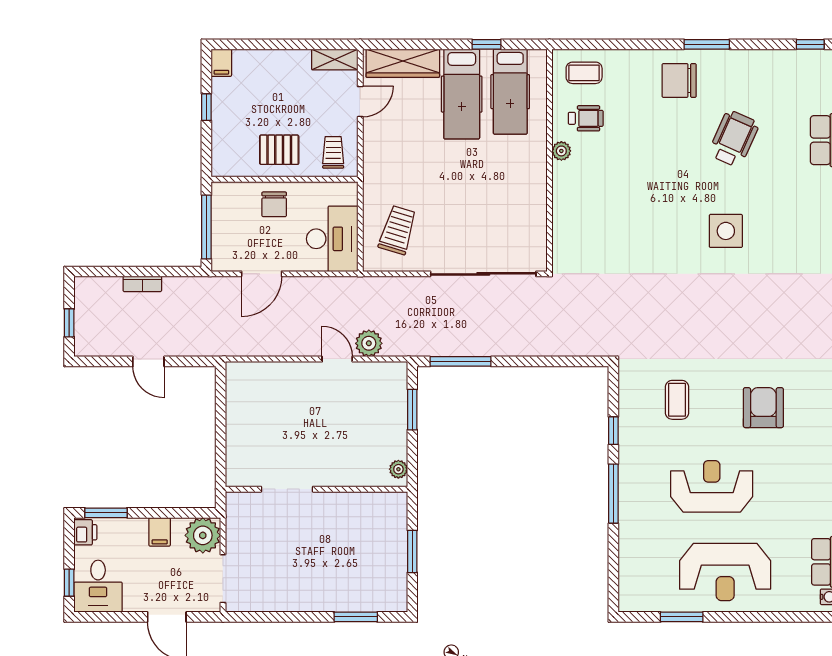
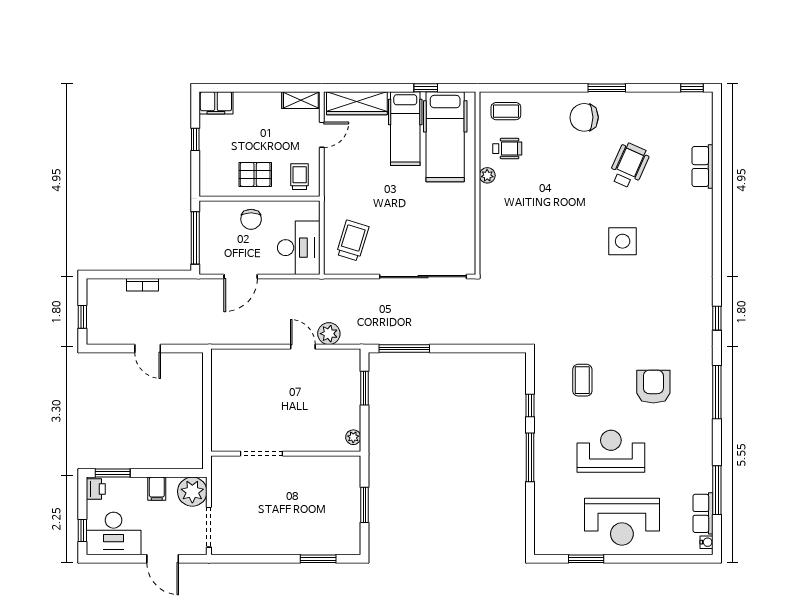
filing cabinet: (221, 63) -> (216, 103), width x2.00
hospital bed: (510, 92) -> (445, 137), width x1.37, depth x1.29
desk: (98, 586) -> (114, 533), width x1.37

